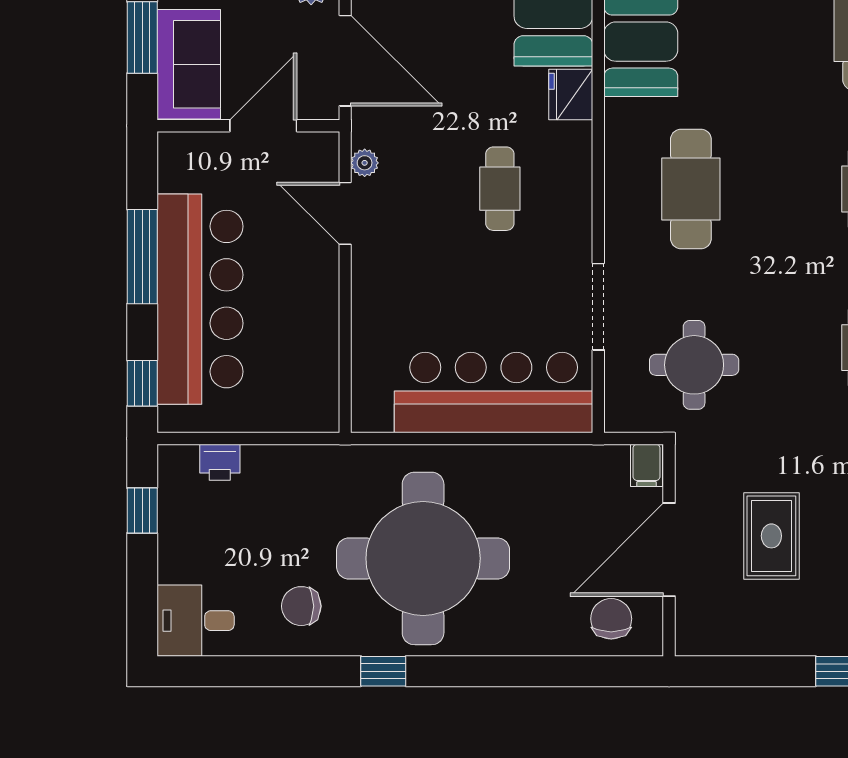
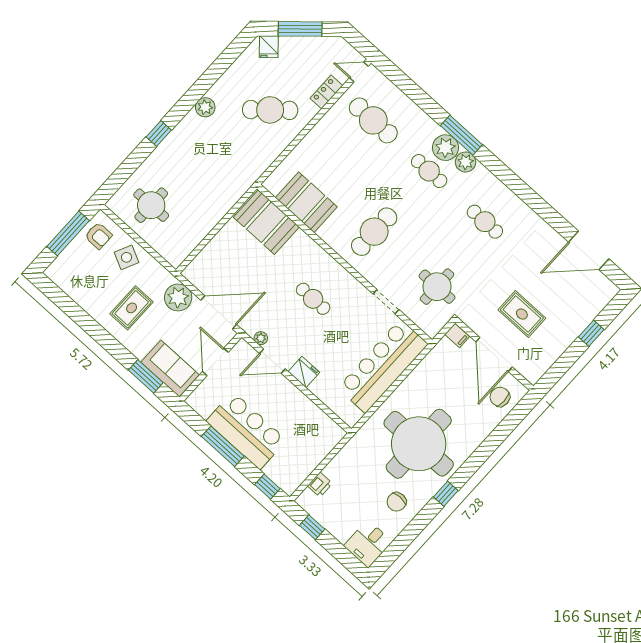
fridge: (571, 94) -> (304, 372), moved, turned 180
cafe table: (691, 189) -> (374, 232), turned 90
bar counter: (200, 299) -> (246, 431), width x0.73
doorway: (598, 307) -> (386, 302), width x0.73

